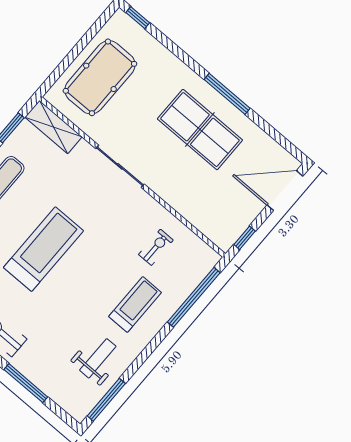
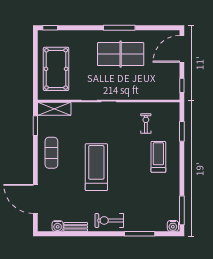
window: (194, 297) -> (182, 131), width x0.47
weight bench: (98, 358) -> (162, 195), removed
water cooler: (78, 410) -> (173, 226), added

